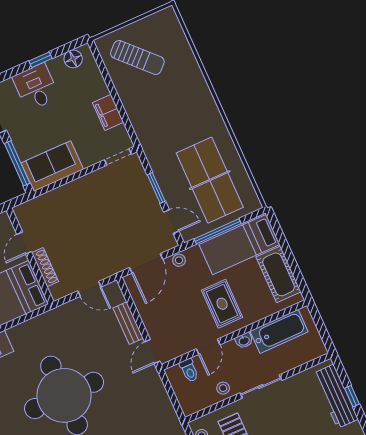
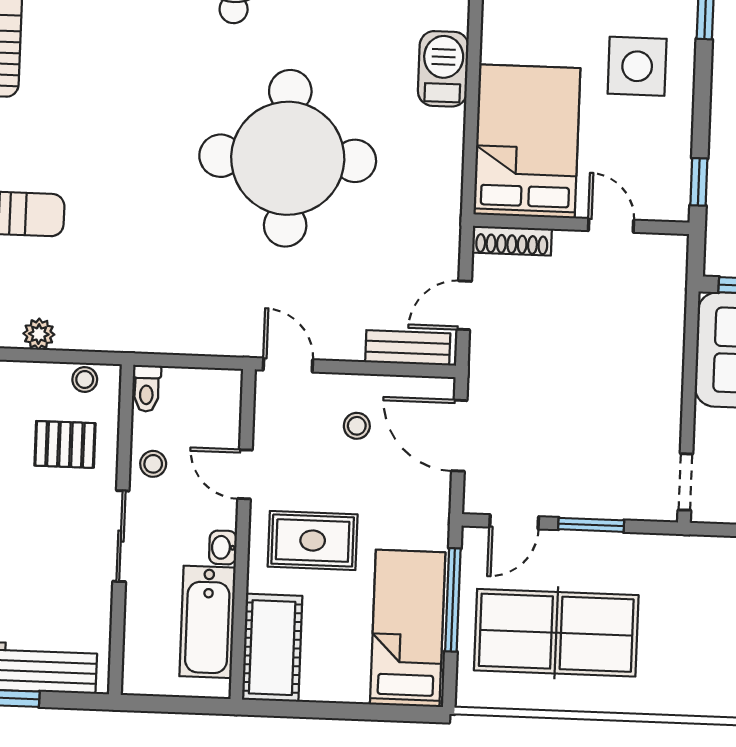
stool: (179, 260) -> (357, 426), moved
shoe rack: (45, 267) -> (512, 241), moved
cot: (279, 274) -> (272, 648), moved, turned 90
bench: (128, 323) -> (408, 348), moved
toilet: (189, 370) -> (147, 388), moved, turned -90

